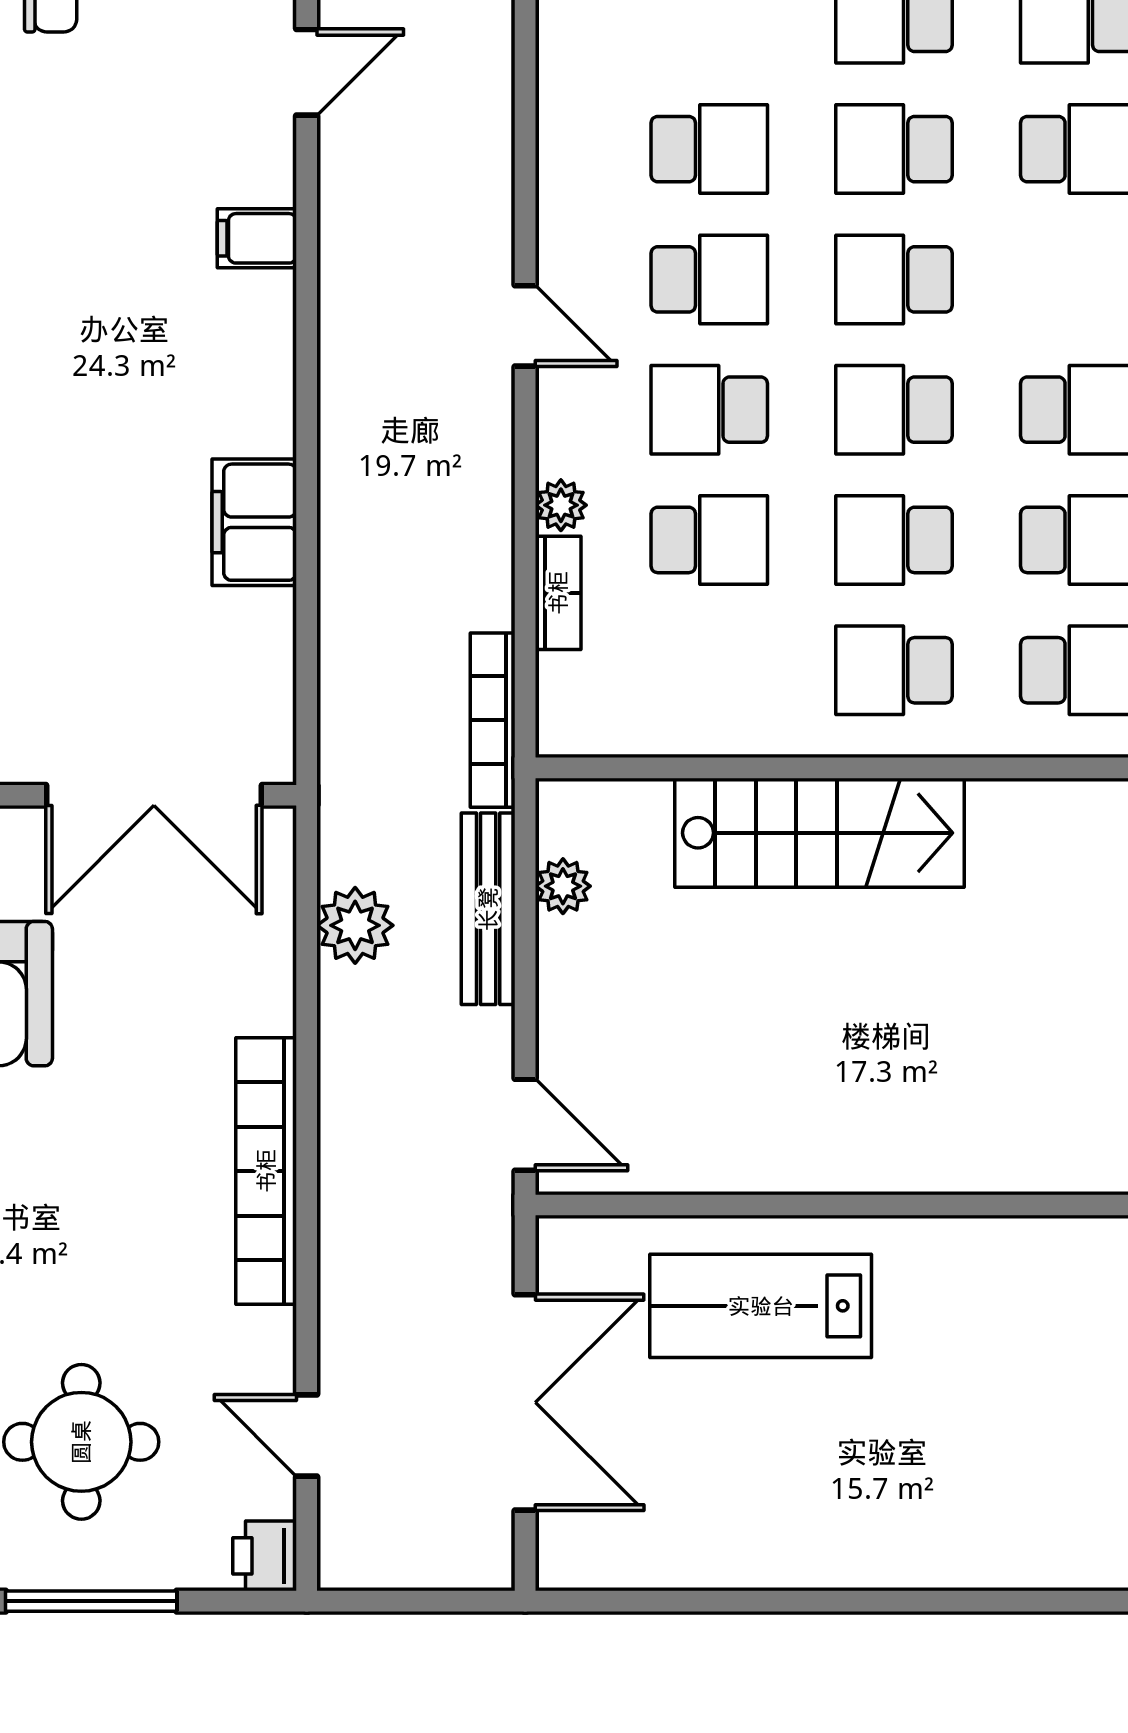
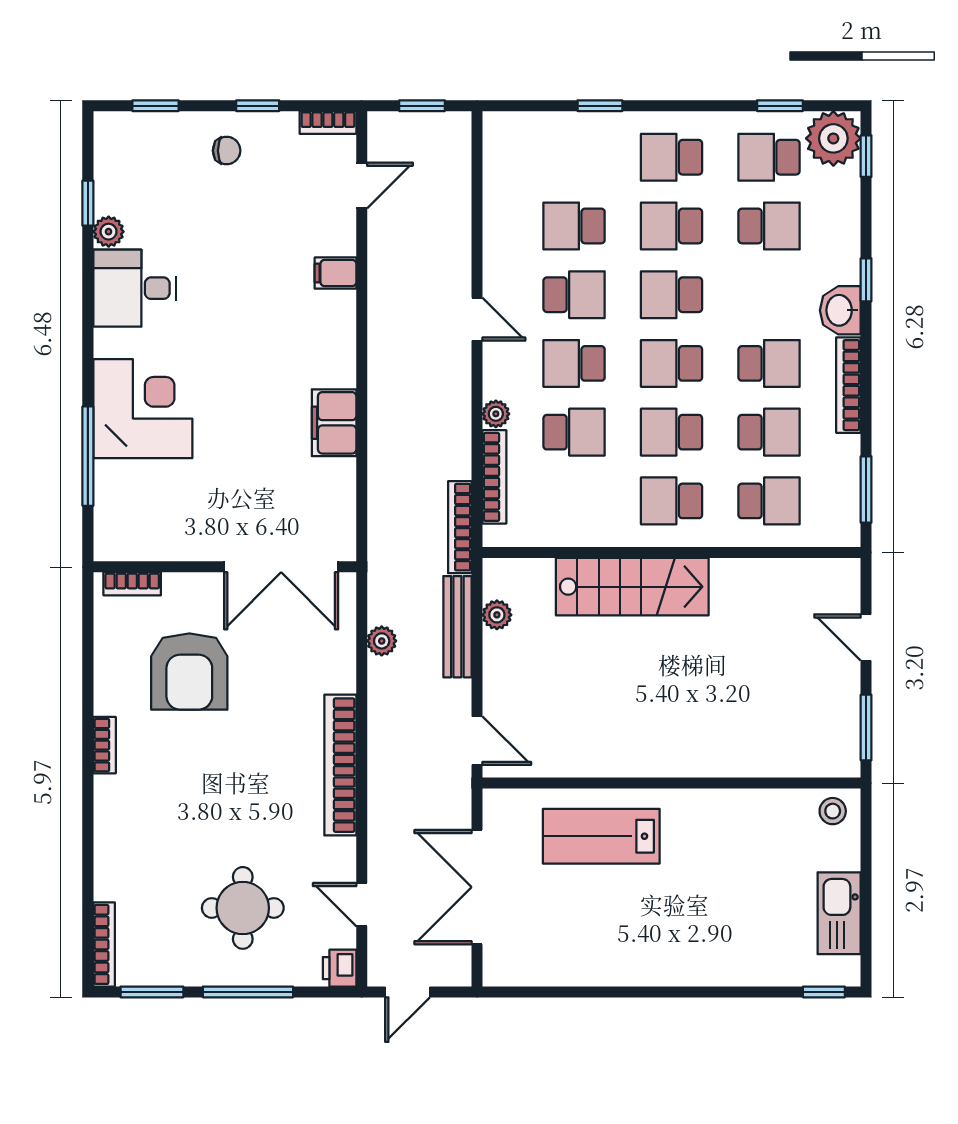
school desk: (709, 149) -> (574, 226), turned 180
bookcase: (558, 593) -> (494, 477), width x1.56
plant: (355, 925) -> (382, 641), width x0.73, depth x0.73
double door: (525, 1402) -> (477, 887), swing flipped
door: (394, 1601) -> (408, 992), added

